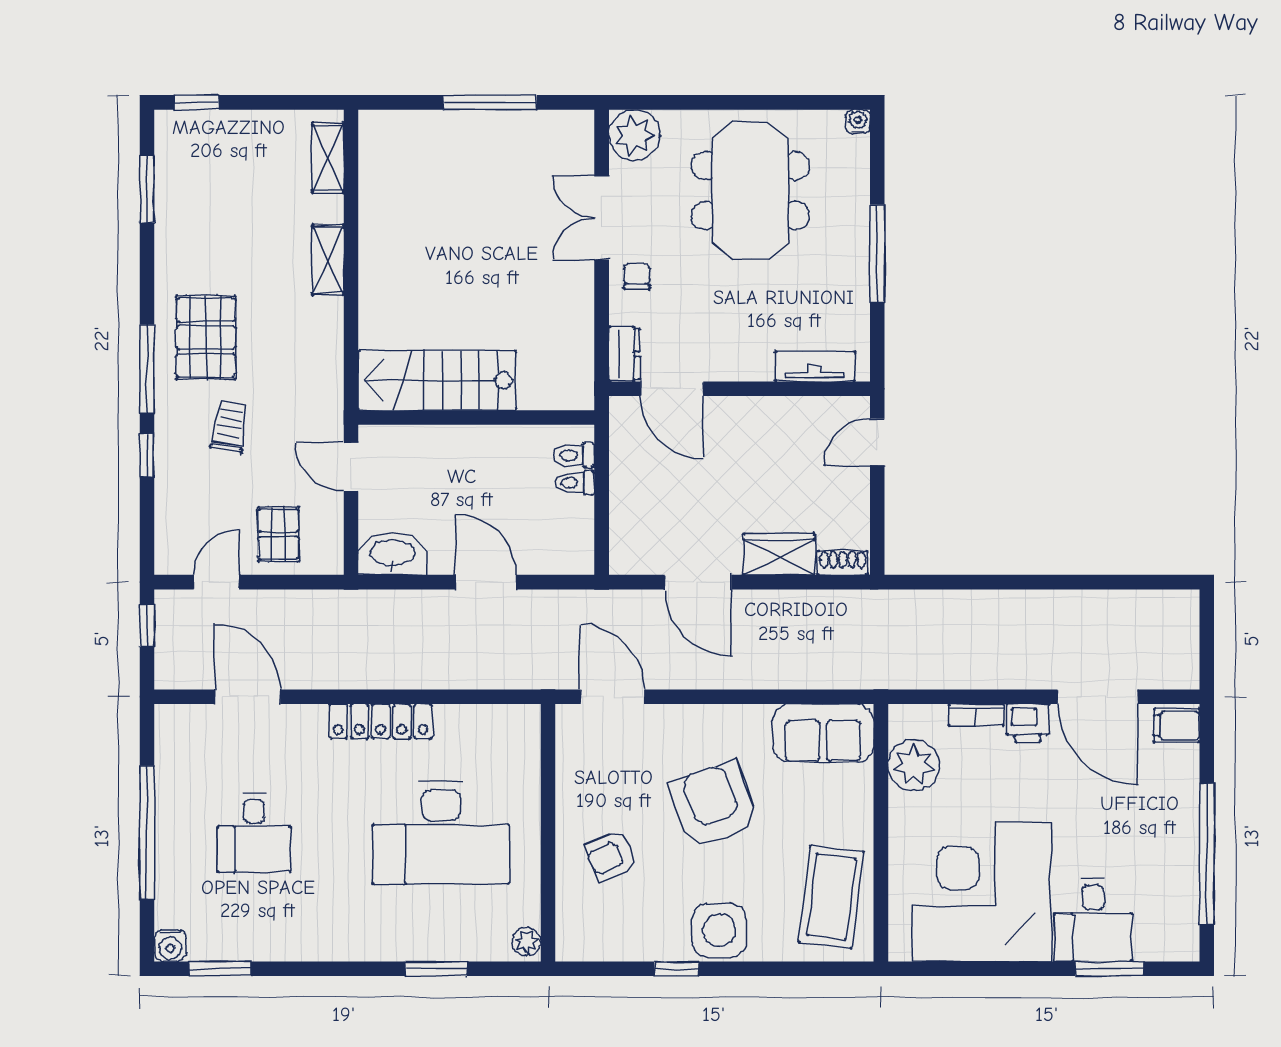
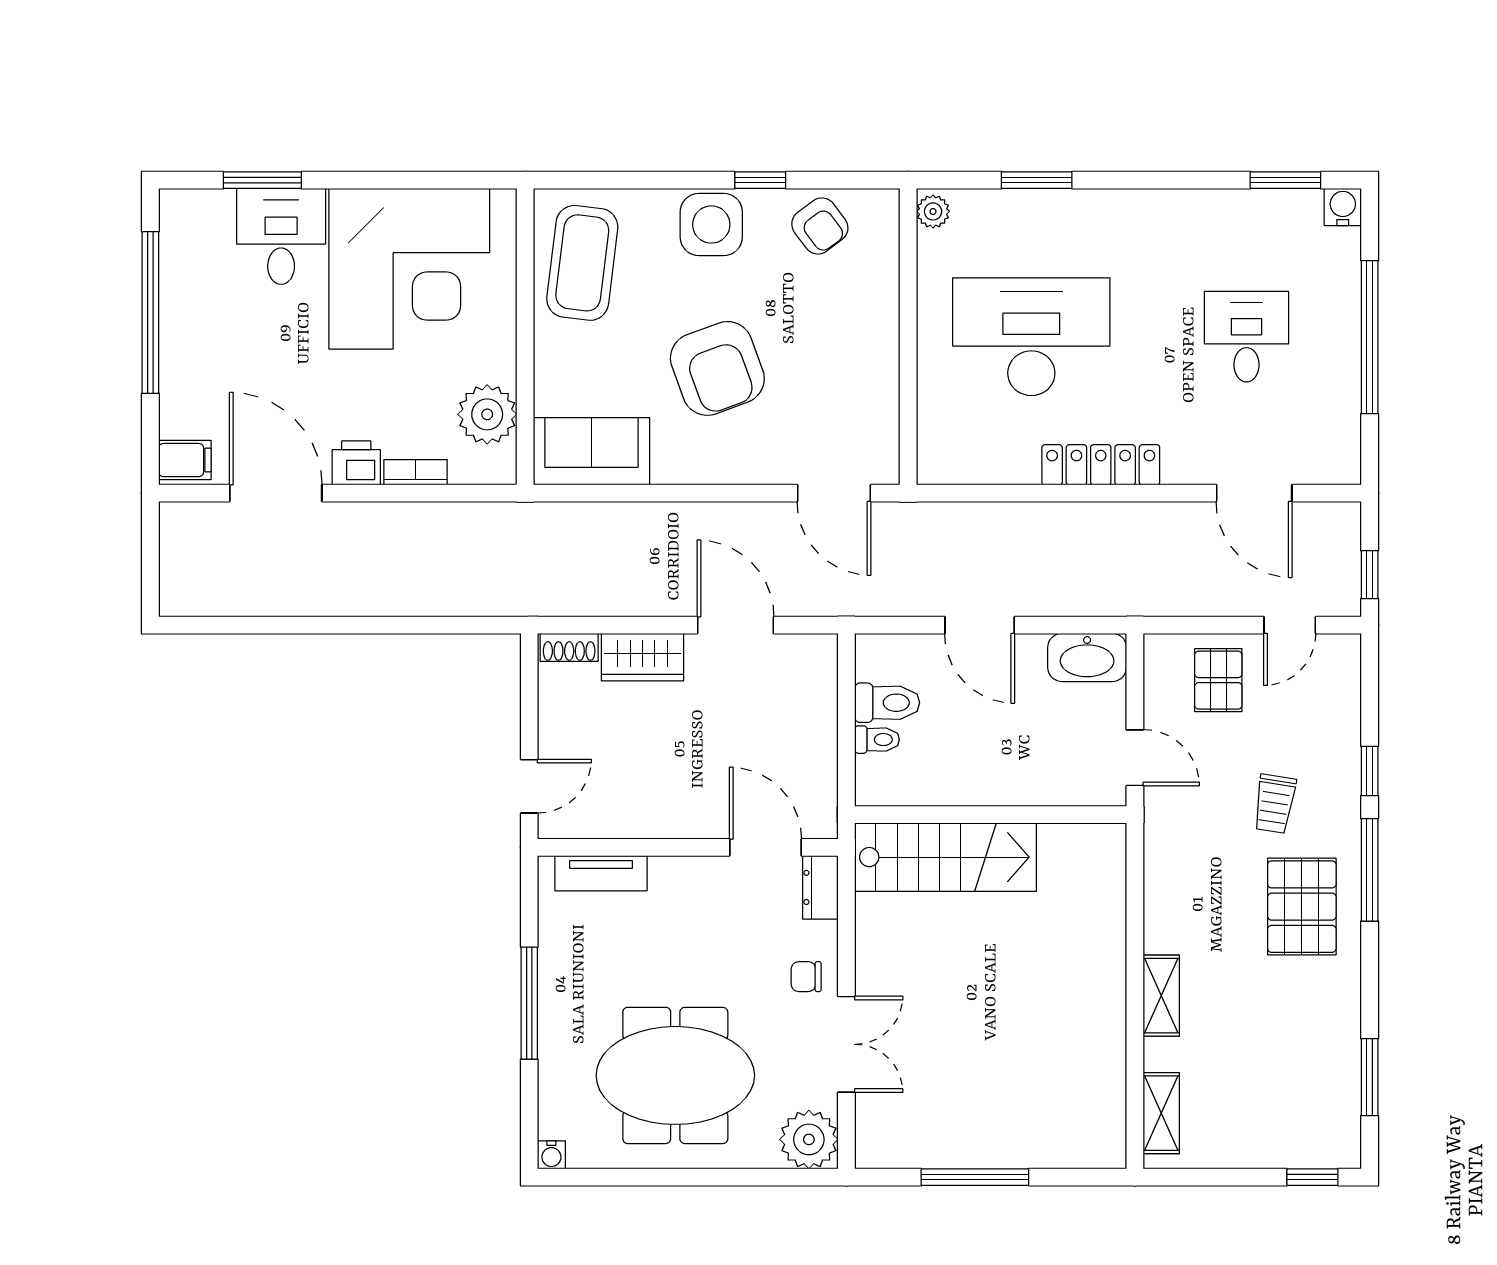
meeting table: (750, 191) -> (675, 1075), turned 90
chair: (637, 277) -> (806, 977), turned 90
stairs: (437, 380) -> (946, 857), moved
toilet: (574, 455) -> (887, 703), moved, width x1.37, depth x1.39
armchair: (611, 856) -> (820, 226), moved, turned 77

